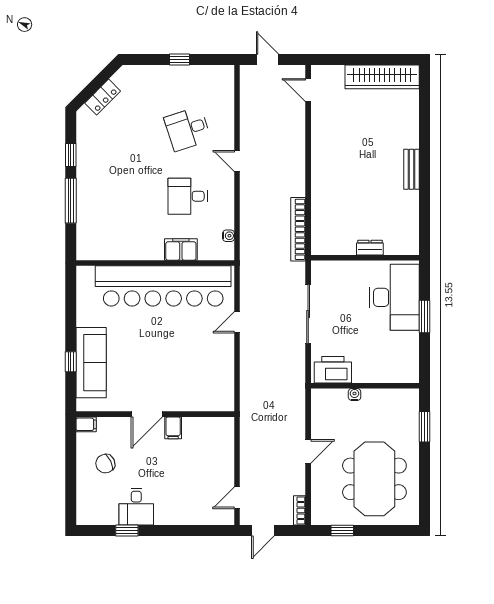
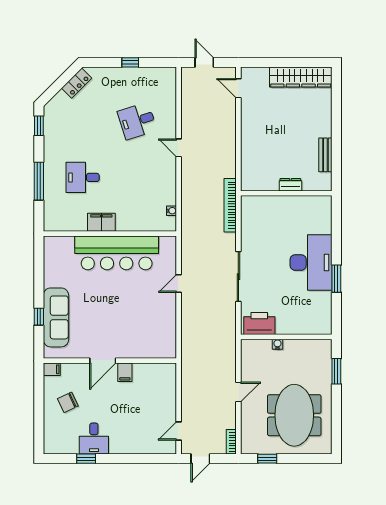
locker: (103, 97) -> (77, 83), moved
window: (71, 155) -> (39, 126), moved
desk: (188, 196) -> (83, 177), moved
dresser: (370, 248) -> (290, 185), moved
filing cabinet: (181, 249) -> (101, 222), moved
wall: (365, 258) -> (286, 193), moved
bar counter: (163, 286) -> (117, 253), width x0.73

